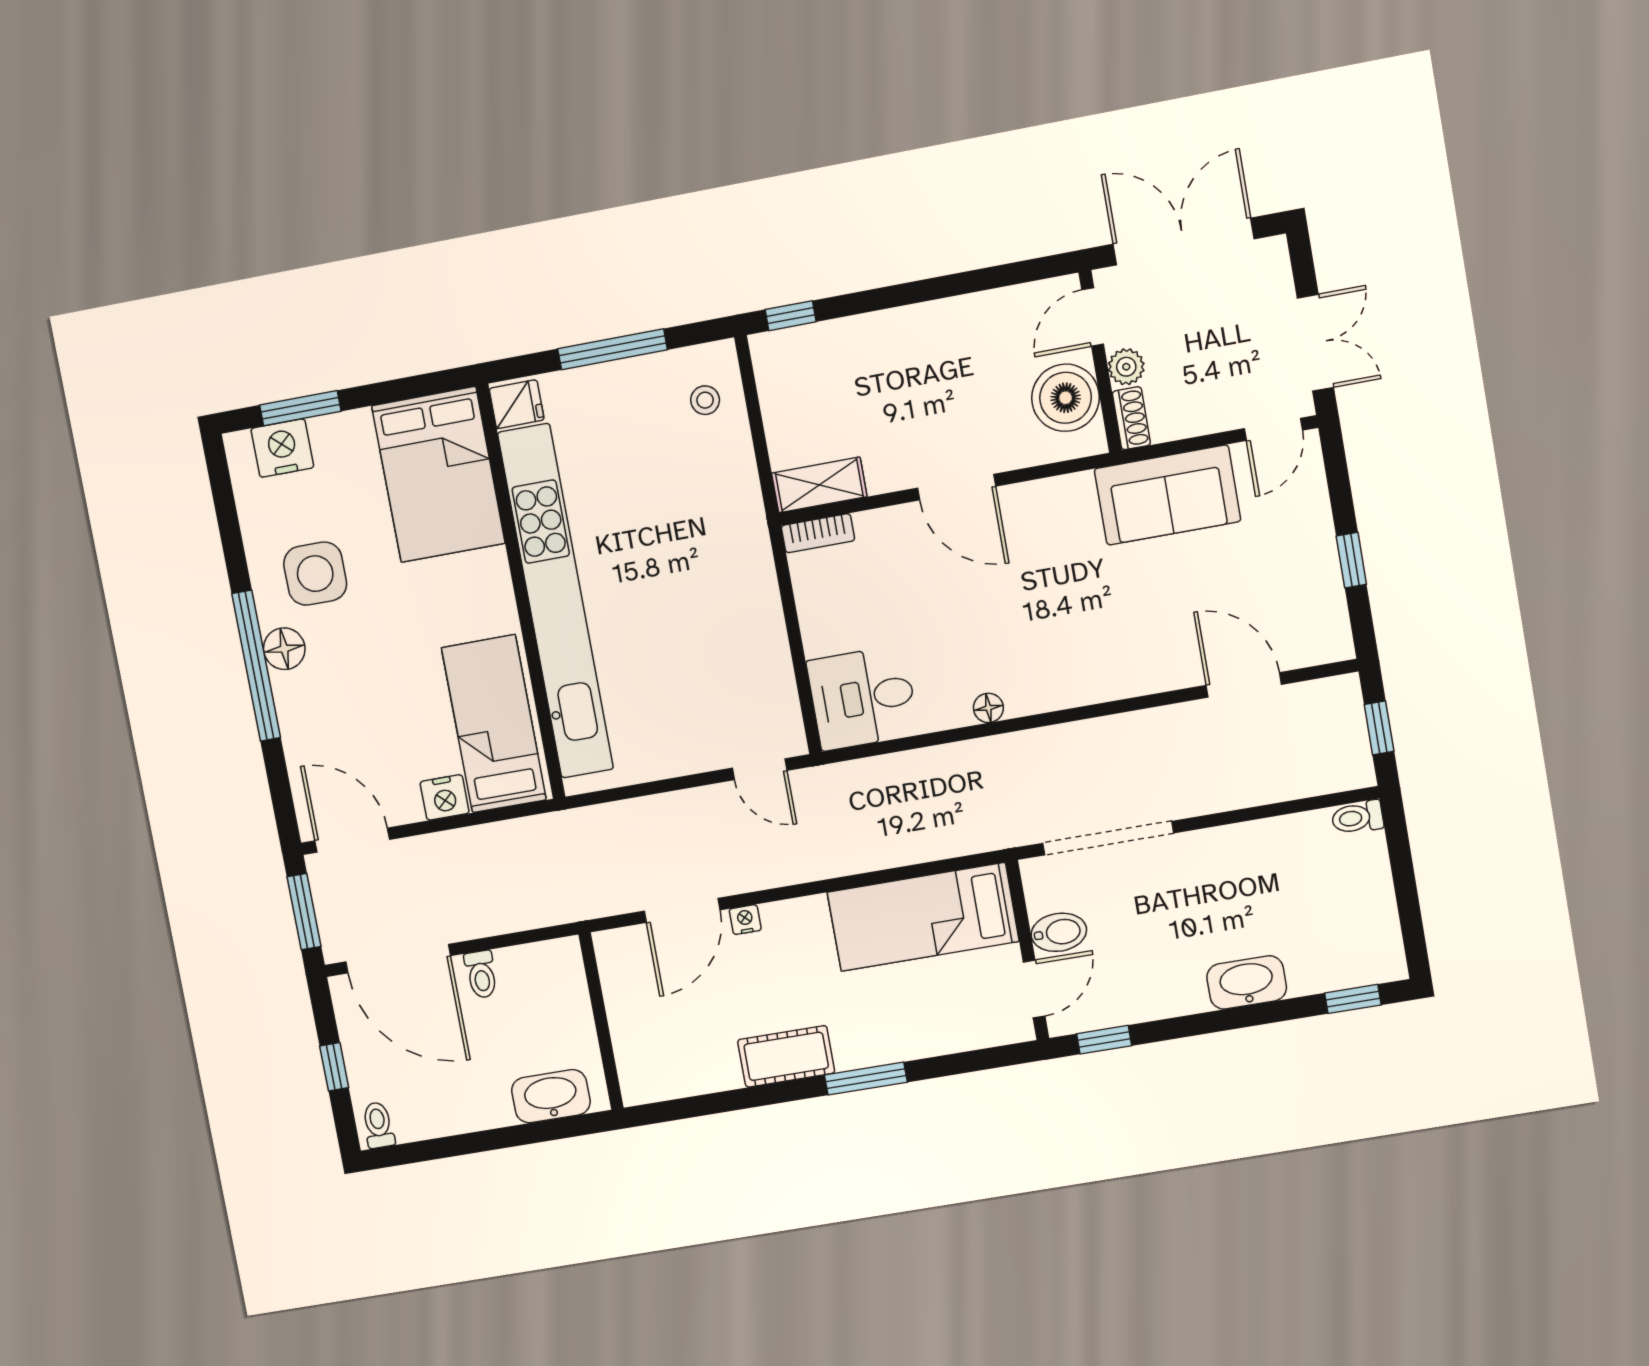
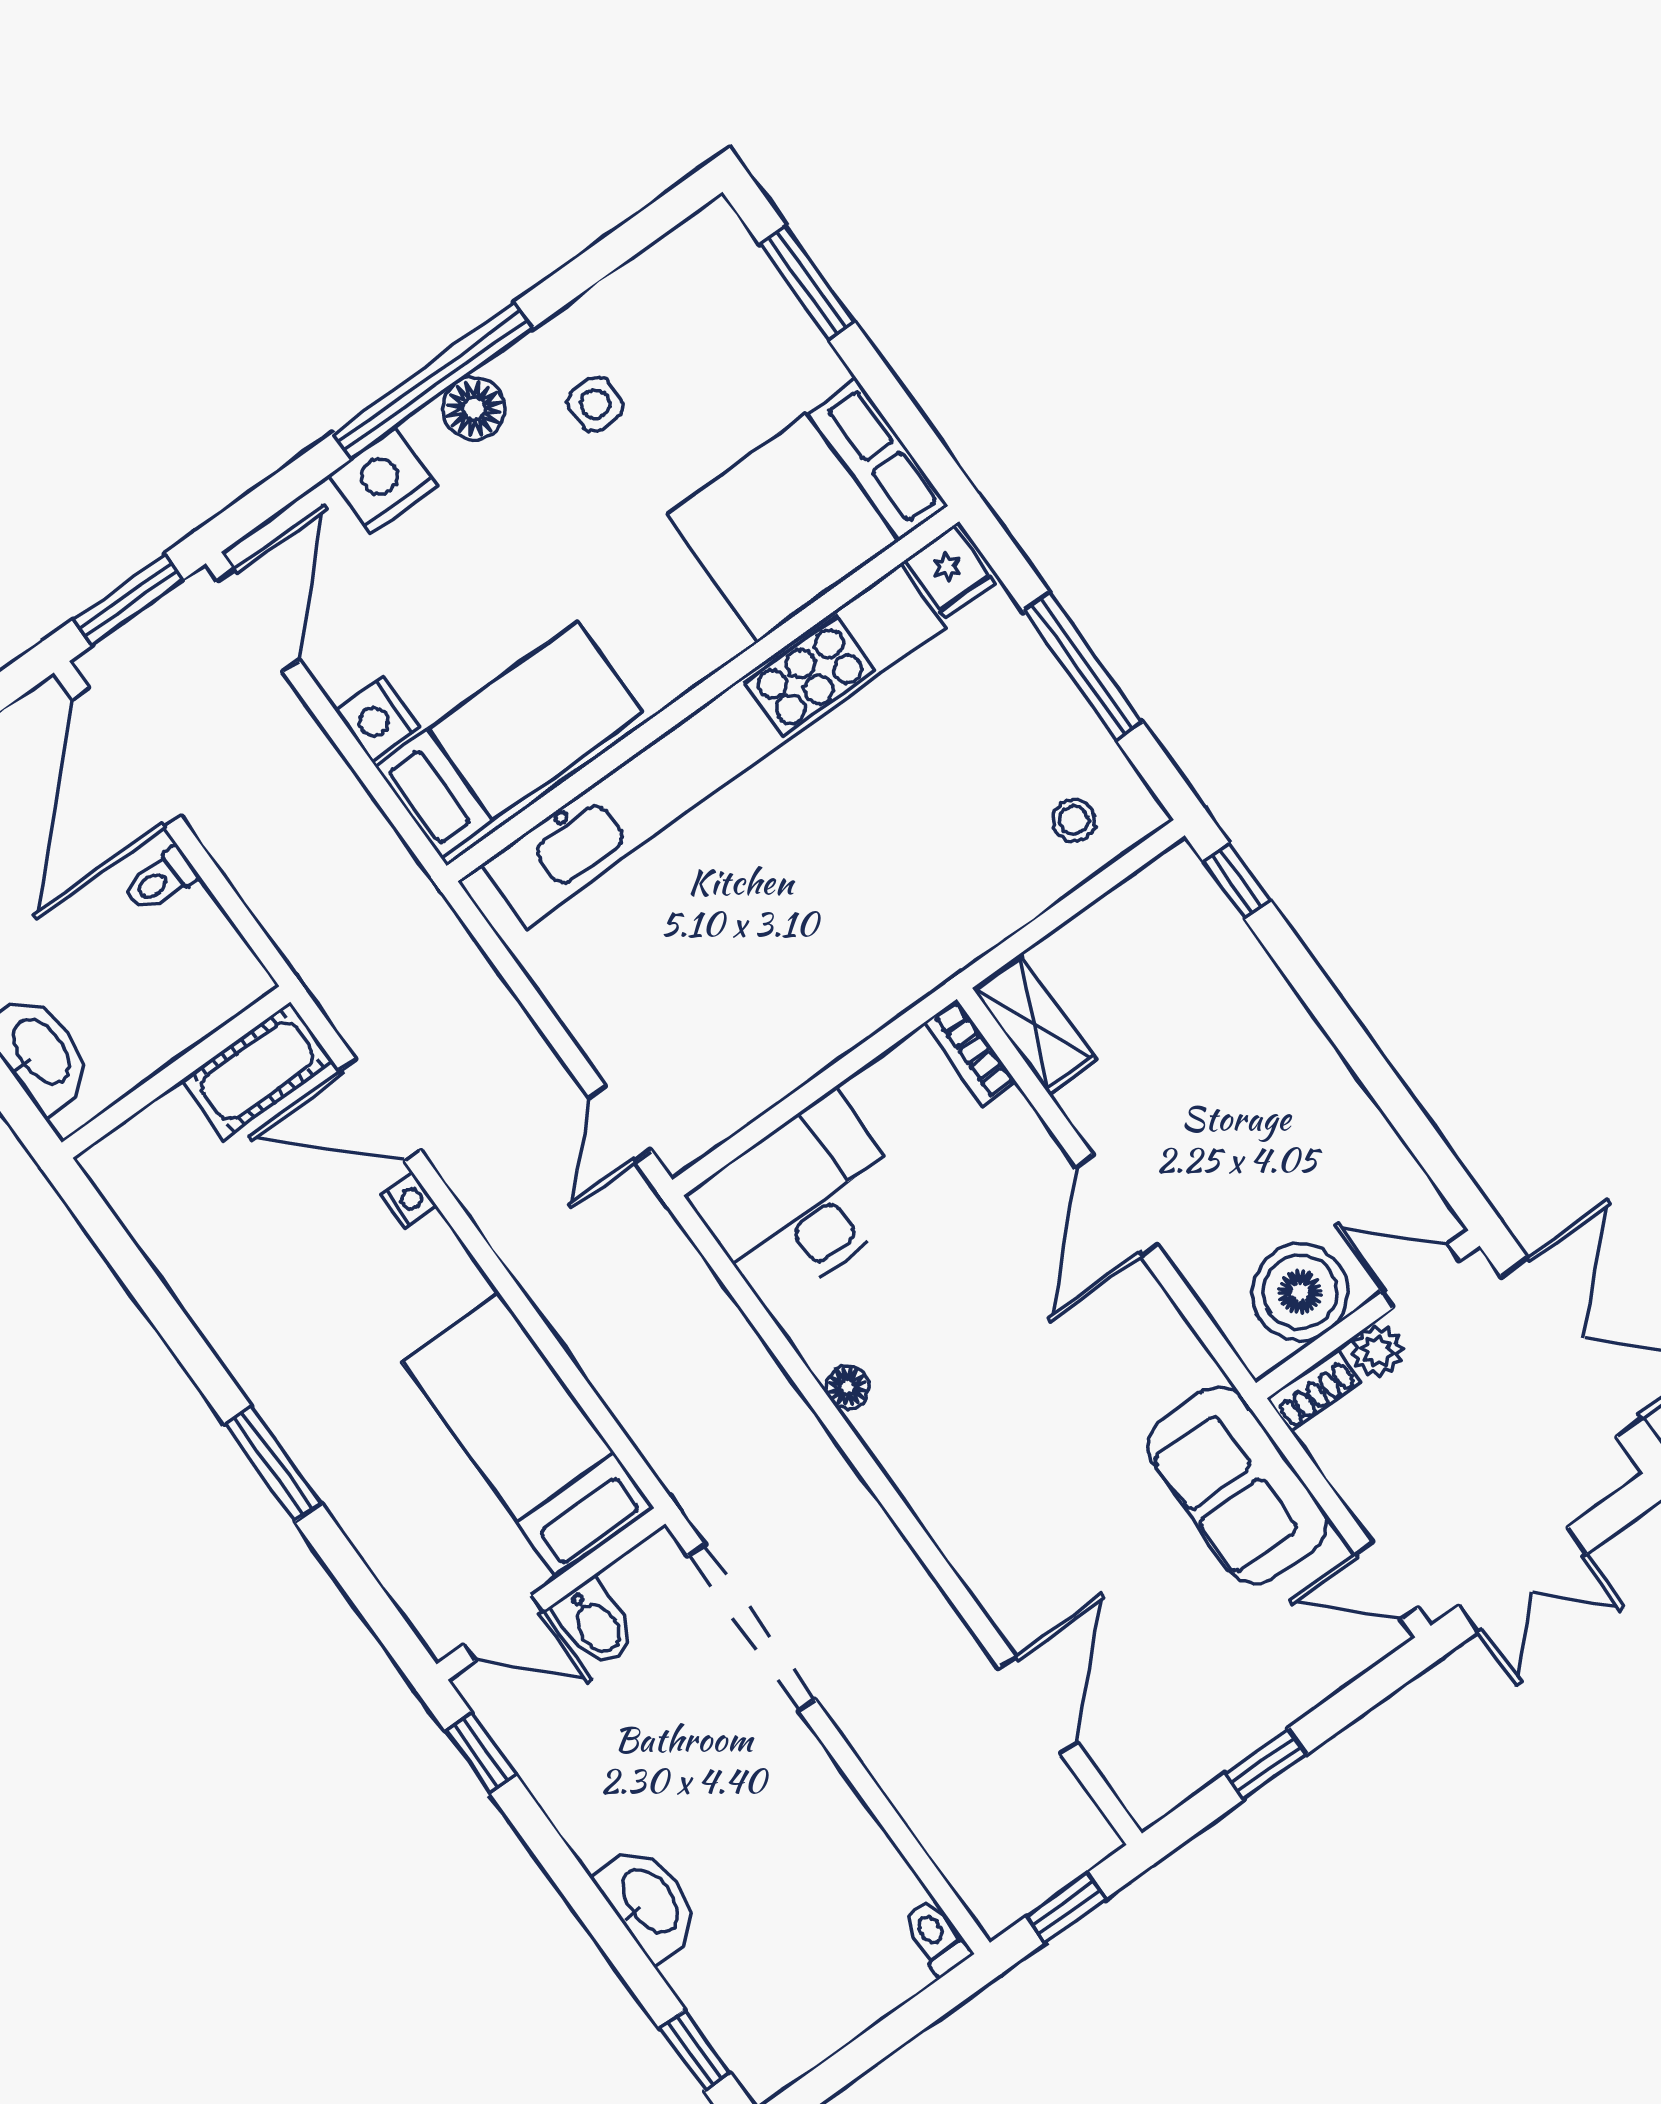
nightstand: (282, 448) -> (383, 481), moved, turned -90
side table: (315, 574) -> (595, 404), width x0.54, depth x0.54
desk: (863, 698) -> (802, 1201), width x1.37
cot: (786, 1056) -> (257, 1071), moved, turned 90

